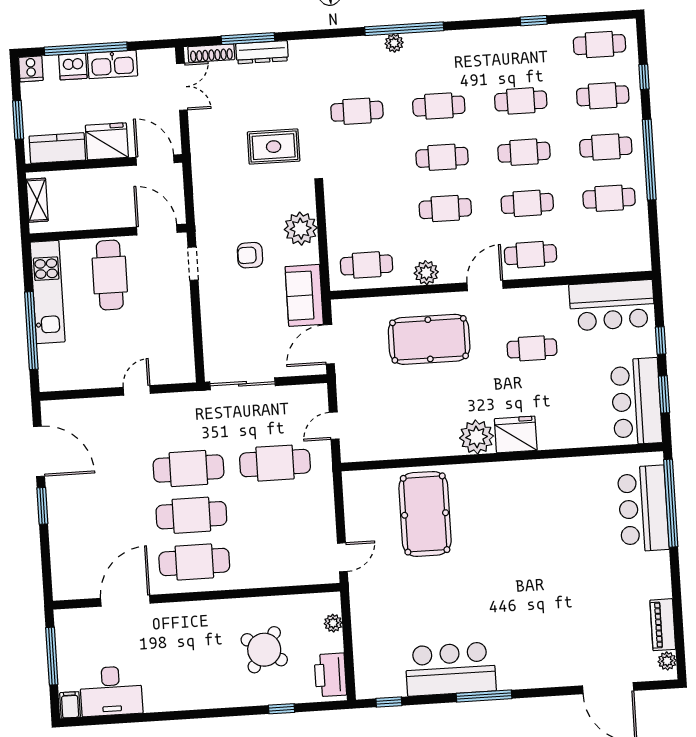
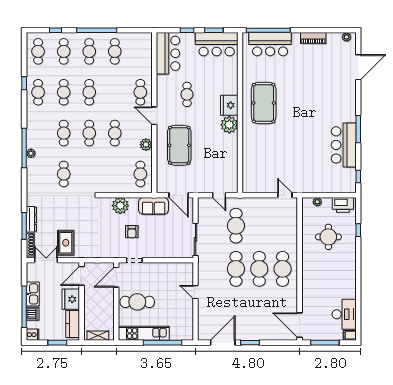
rug: (274, 147) -> (66, 243), moved
cafe table: (527, 203) -> (38, 92), moved
pool table: (425, 514) -> (264, 103), moved, turned 90
door: (125, 601) -> (300, 325), moved
piano: (663, 625) -> (313, 38), moved
round table: (264, 650) -> (328, 237), turned -34

